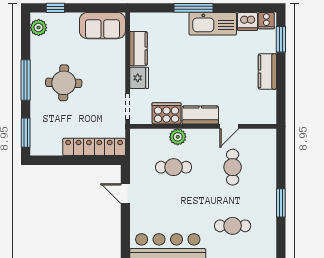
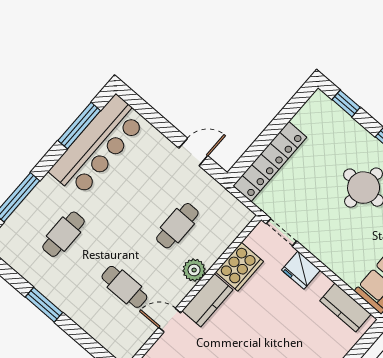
kitchen counter: (138, 49) -> (345, 308), moved
door: (229, 126) -> (170, 320), hinge flipped
window: (26, 133) -> (346, 103), width x0.67
plant: (178, 137) -> (194, 270), moved

